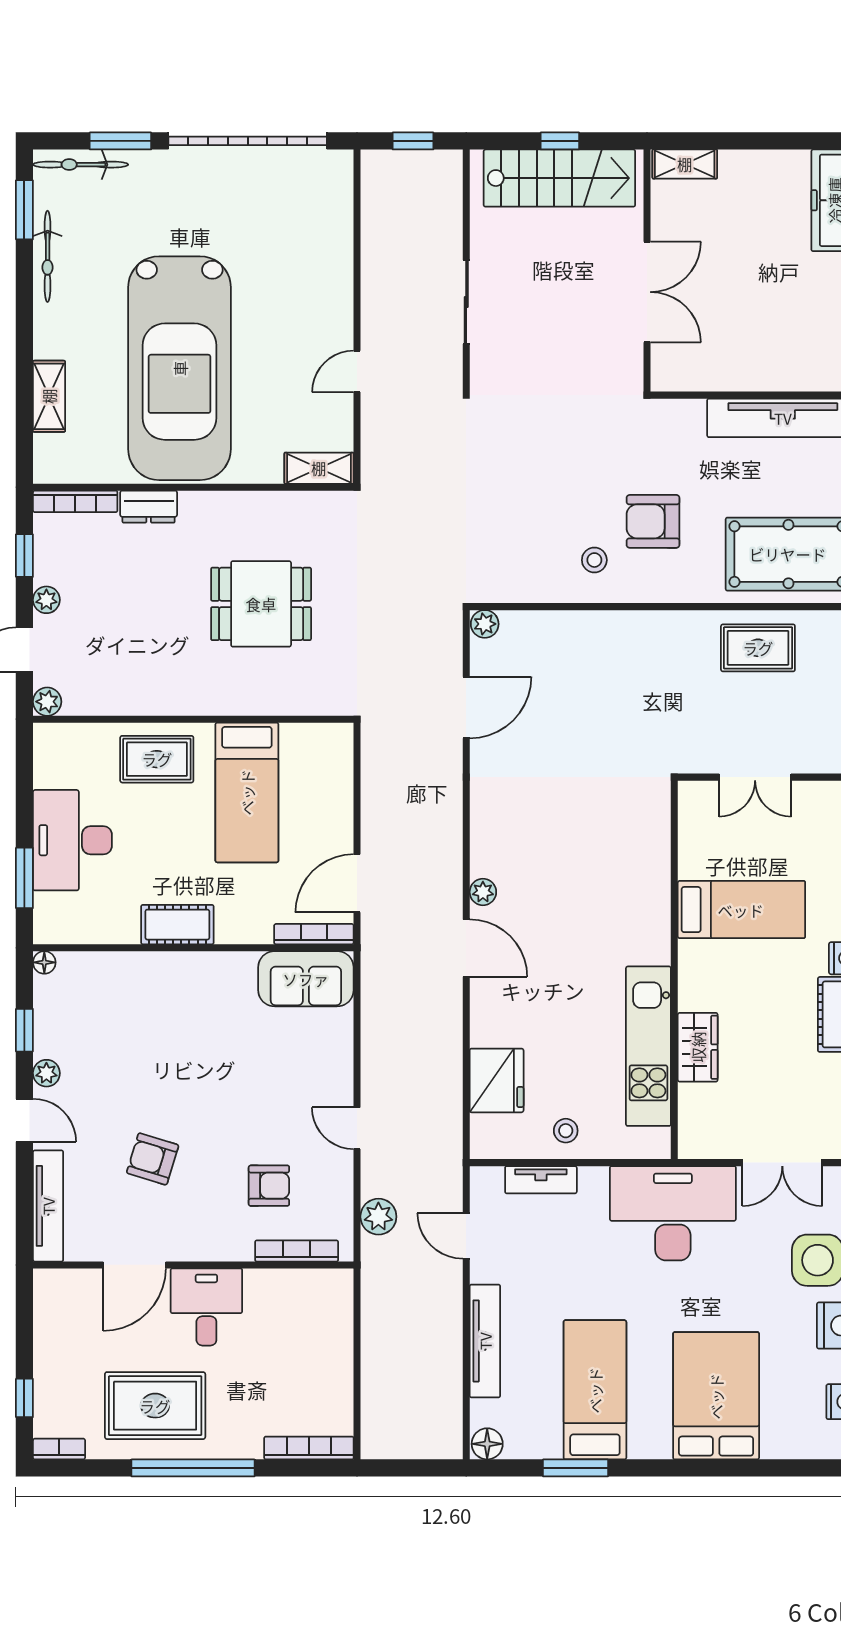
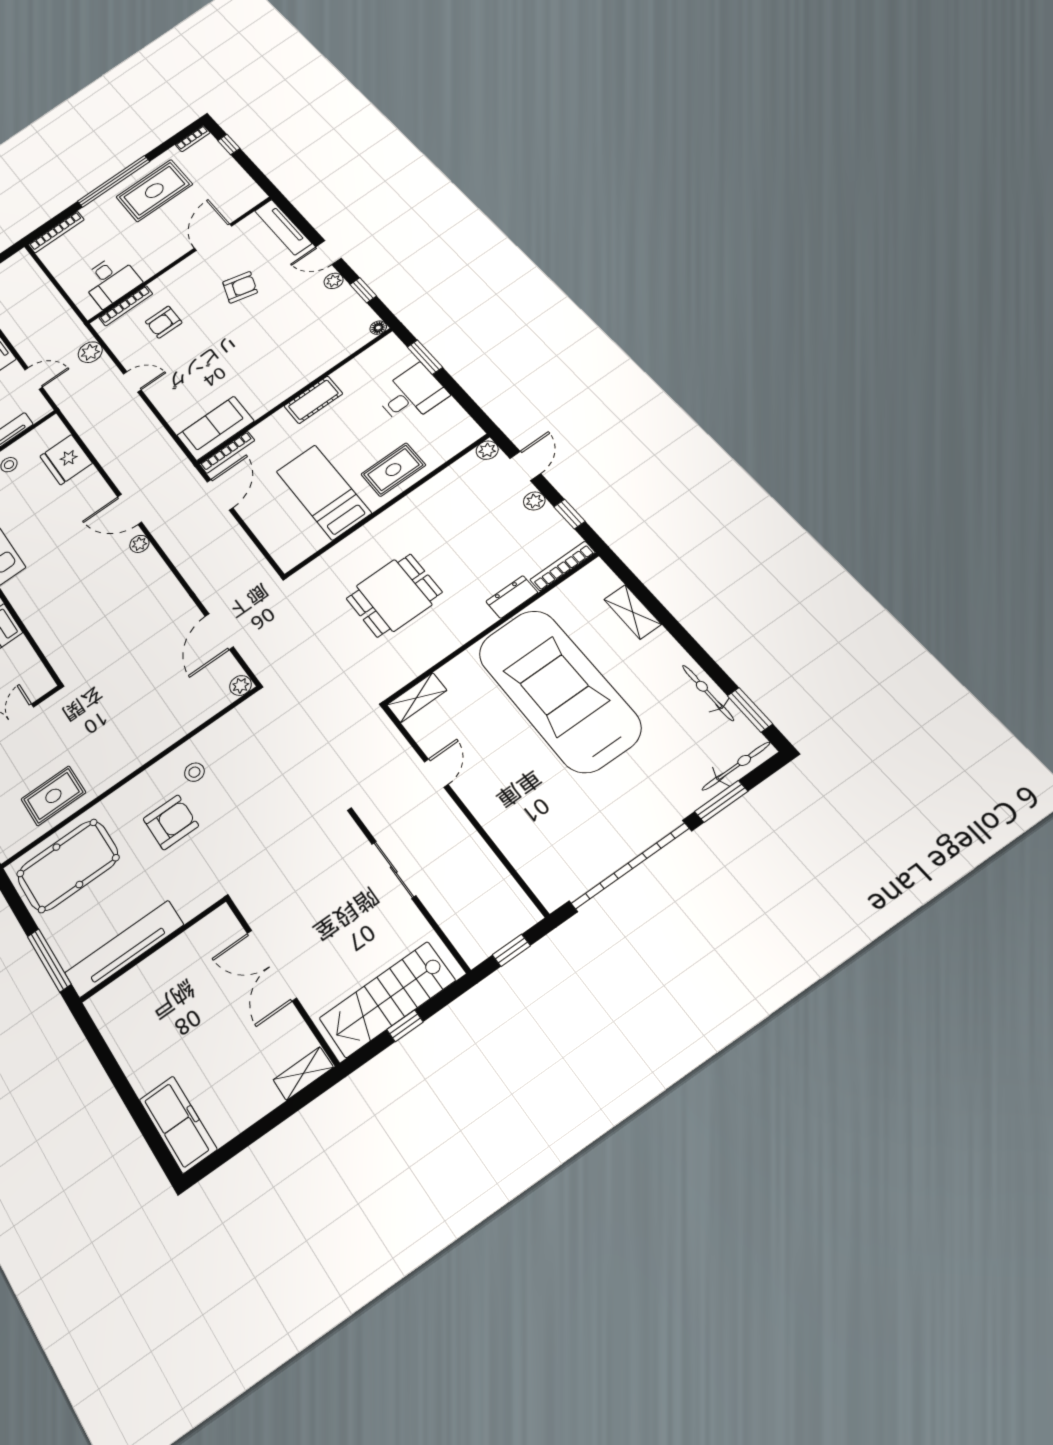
desk: (72, 840) -> (411, 395), width x0.73
desk: (206, 1307) -> (111, 281), moved

